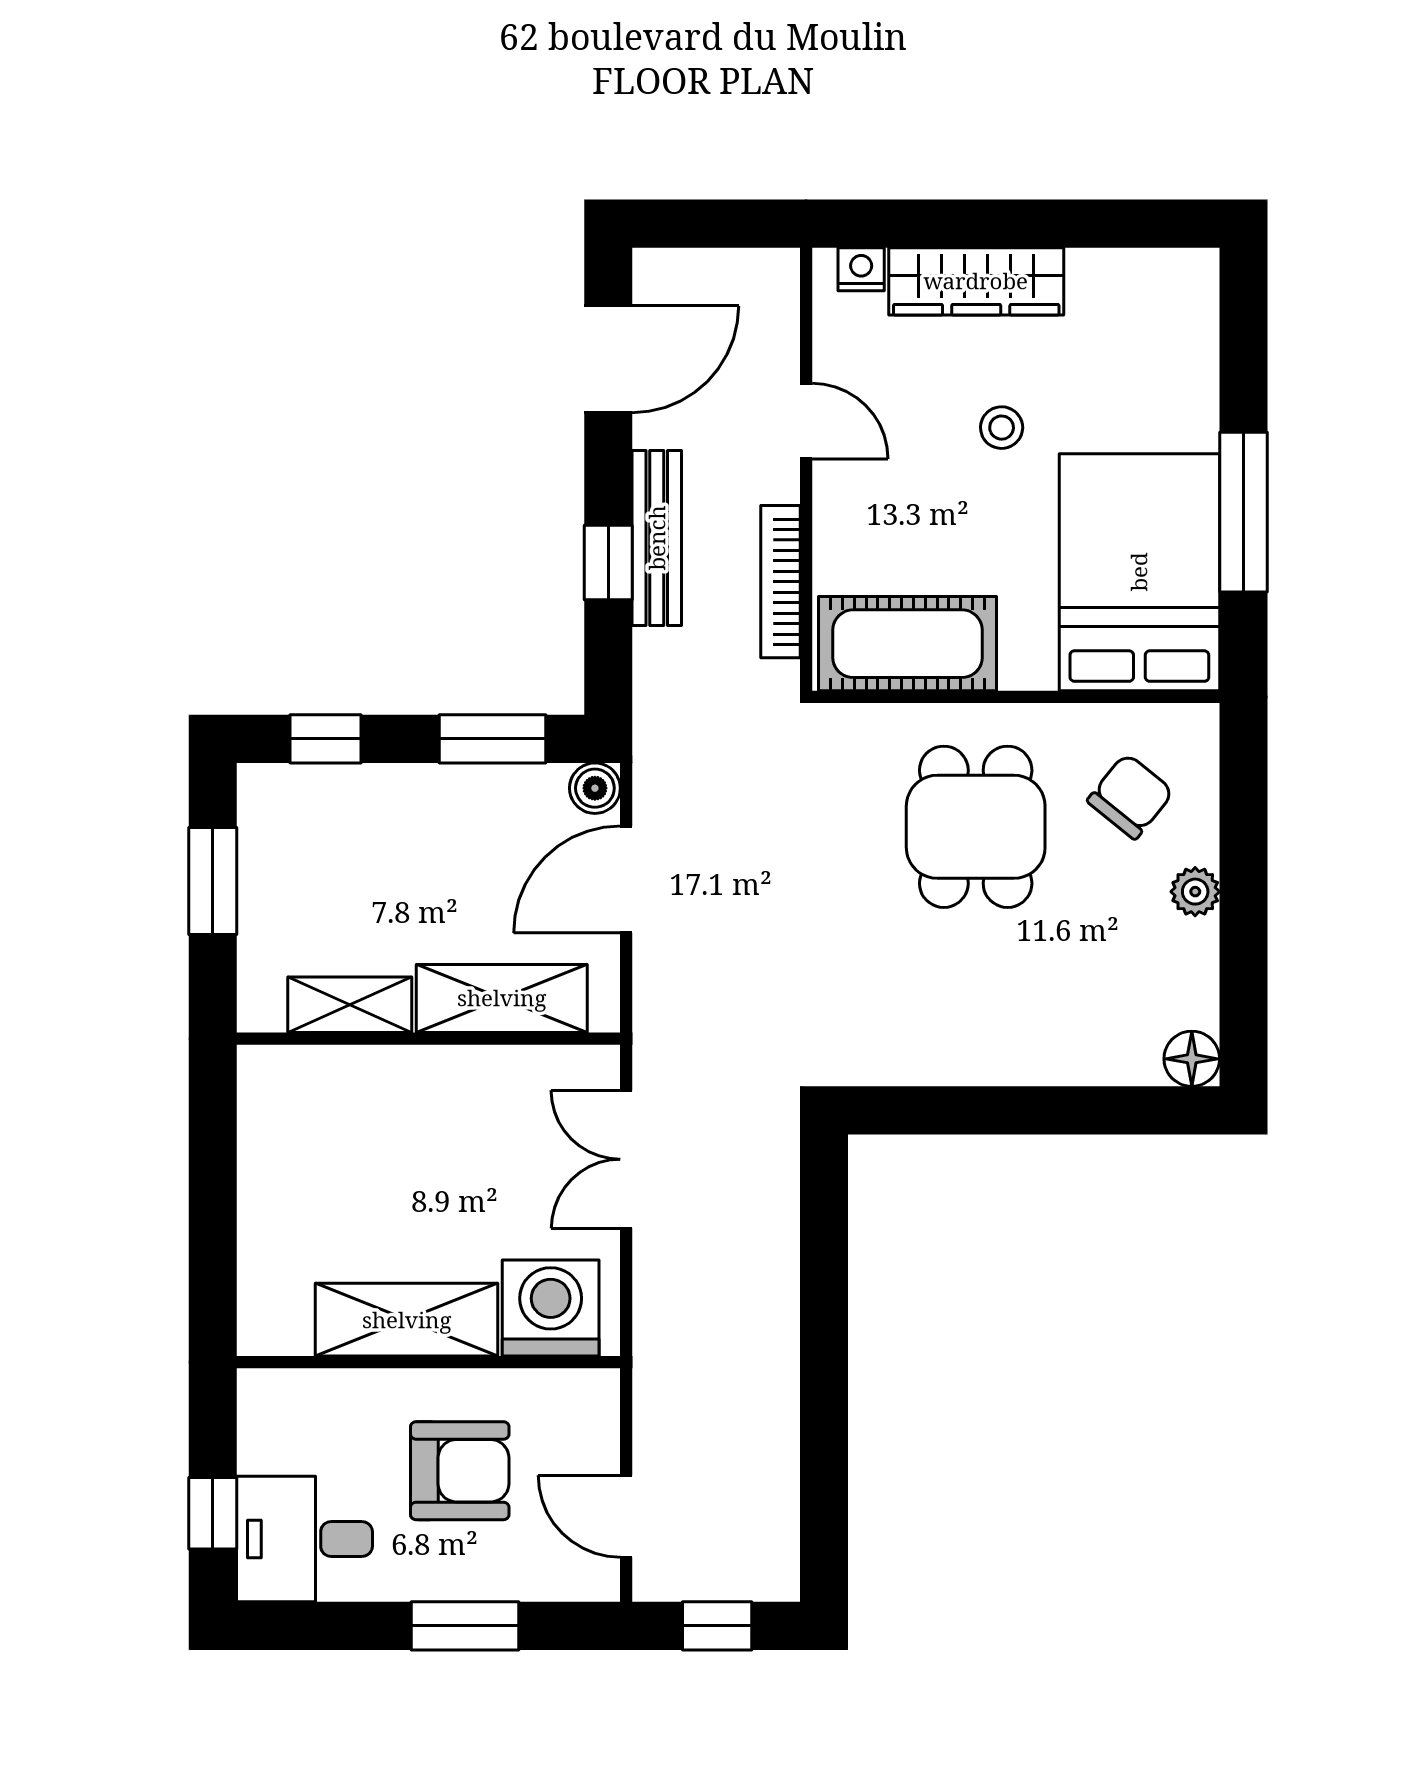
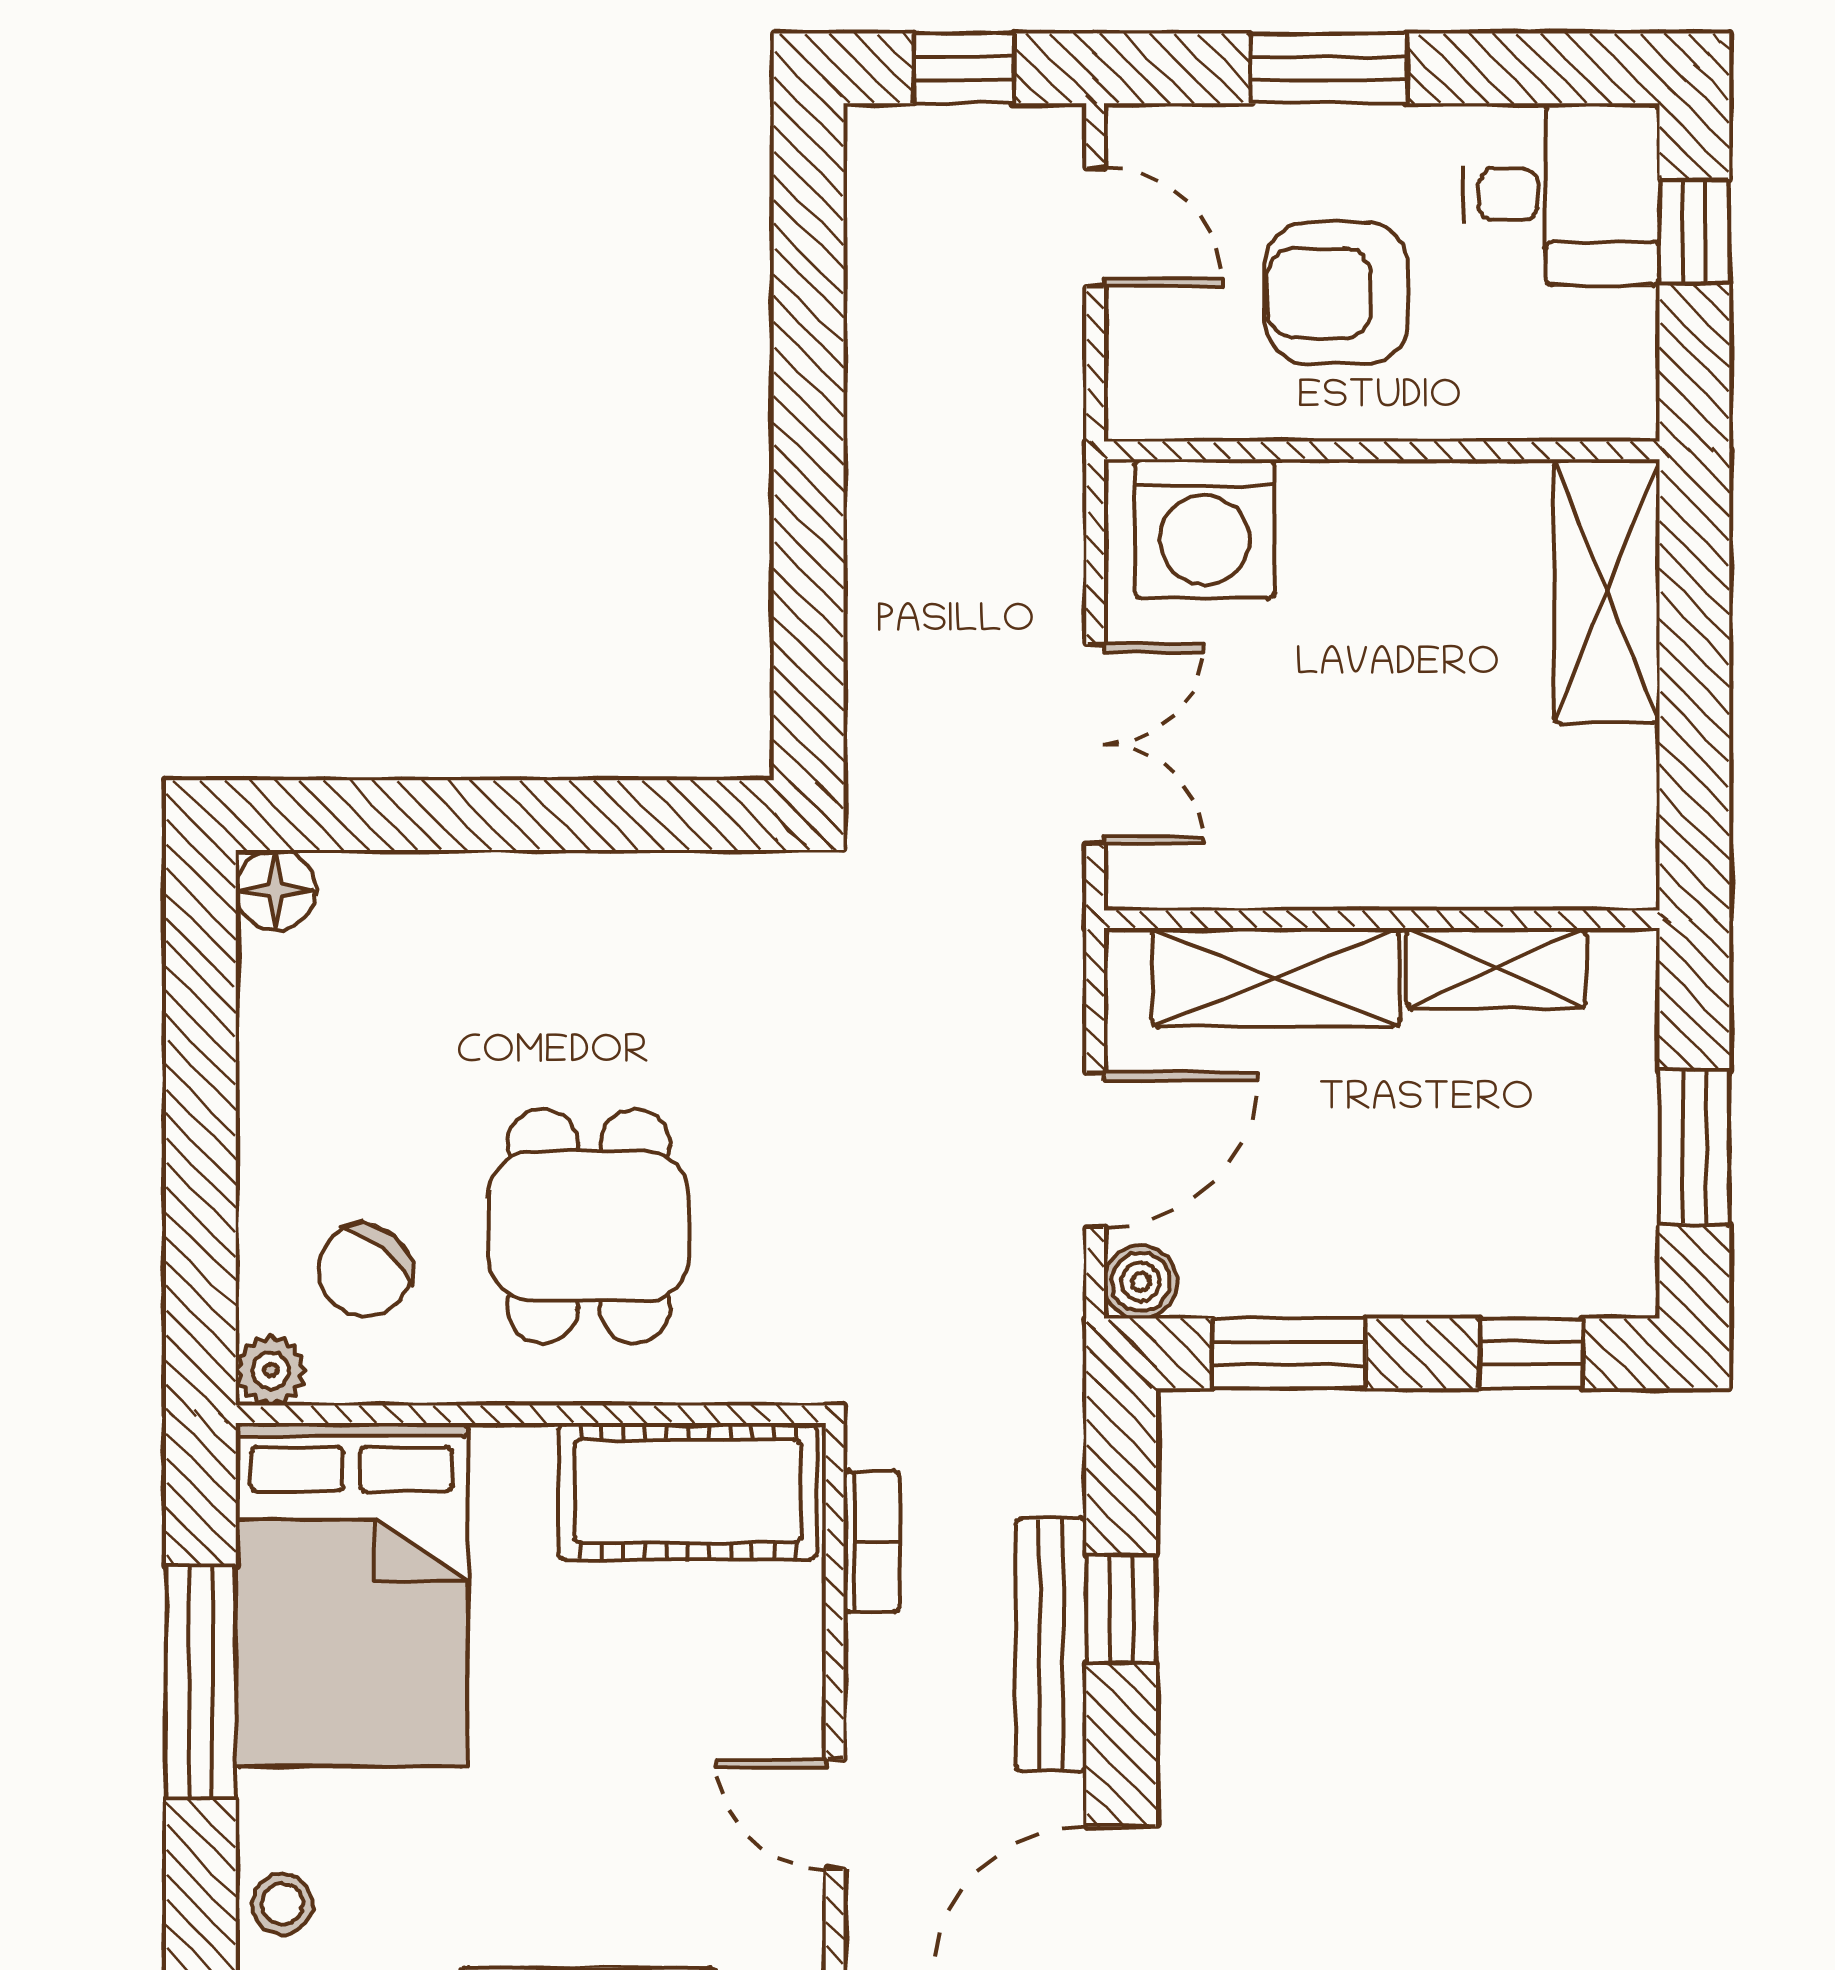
stool: (1002, 428) -> (282, 1904), moved
bookcase: (781, 582) -> (872, 1541), width x0.64
plant: (1195, 892) -> (271, 1370), moved
shelving: (407, 1320) -> (1607, 591), moved, turned 90

